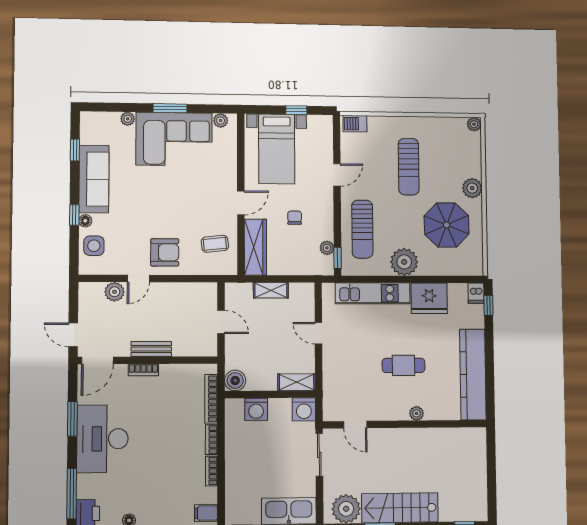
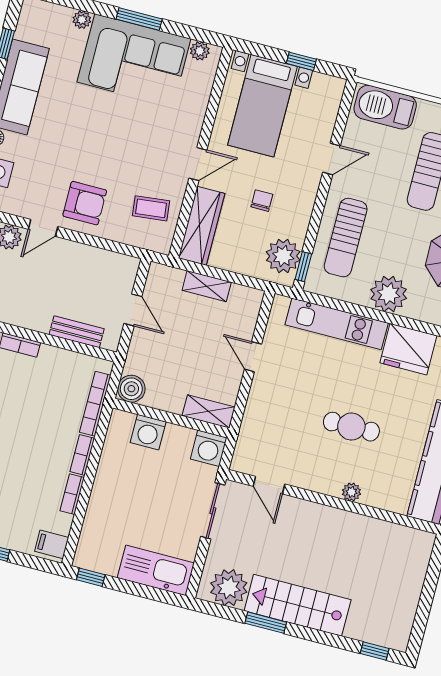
barbecue: (355, 124) -> (385, 107), width x1.88, depth x1.53
plant: (327, 248) -> (283, 256), width x1.88, depth x1.88
bench: (151, 349) -> (77, 332), moved

